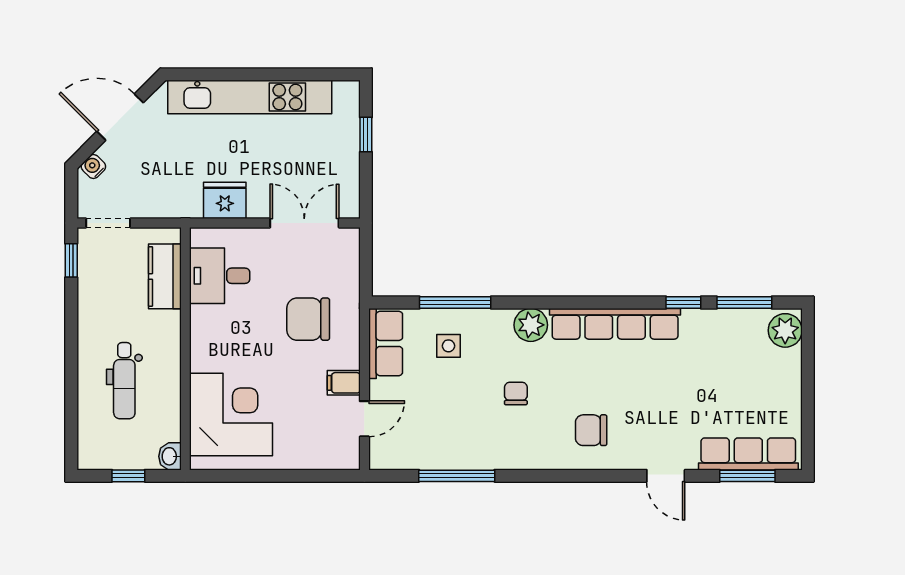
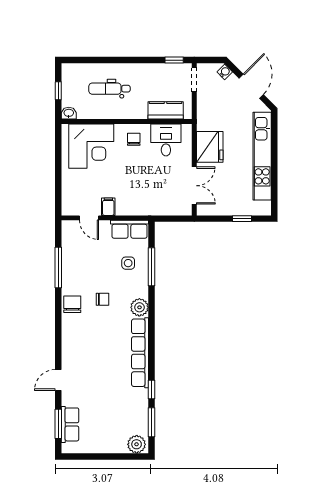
fridge: (225, 200) -> (210, 147), width x1.36, depth x1.34
chair: (308, 319) -> (134, 139), moved, width x0.54, depth x0.54
chair: (591, 430) -> (72, 304), moved
row of seats: (748, 454) -> (70, 424), width x0.68

